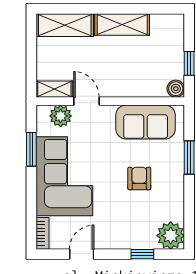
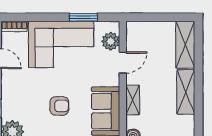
shelving: (54, 89) -> (133, 100), moved

